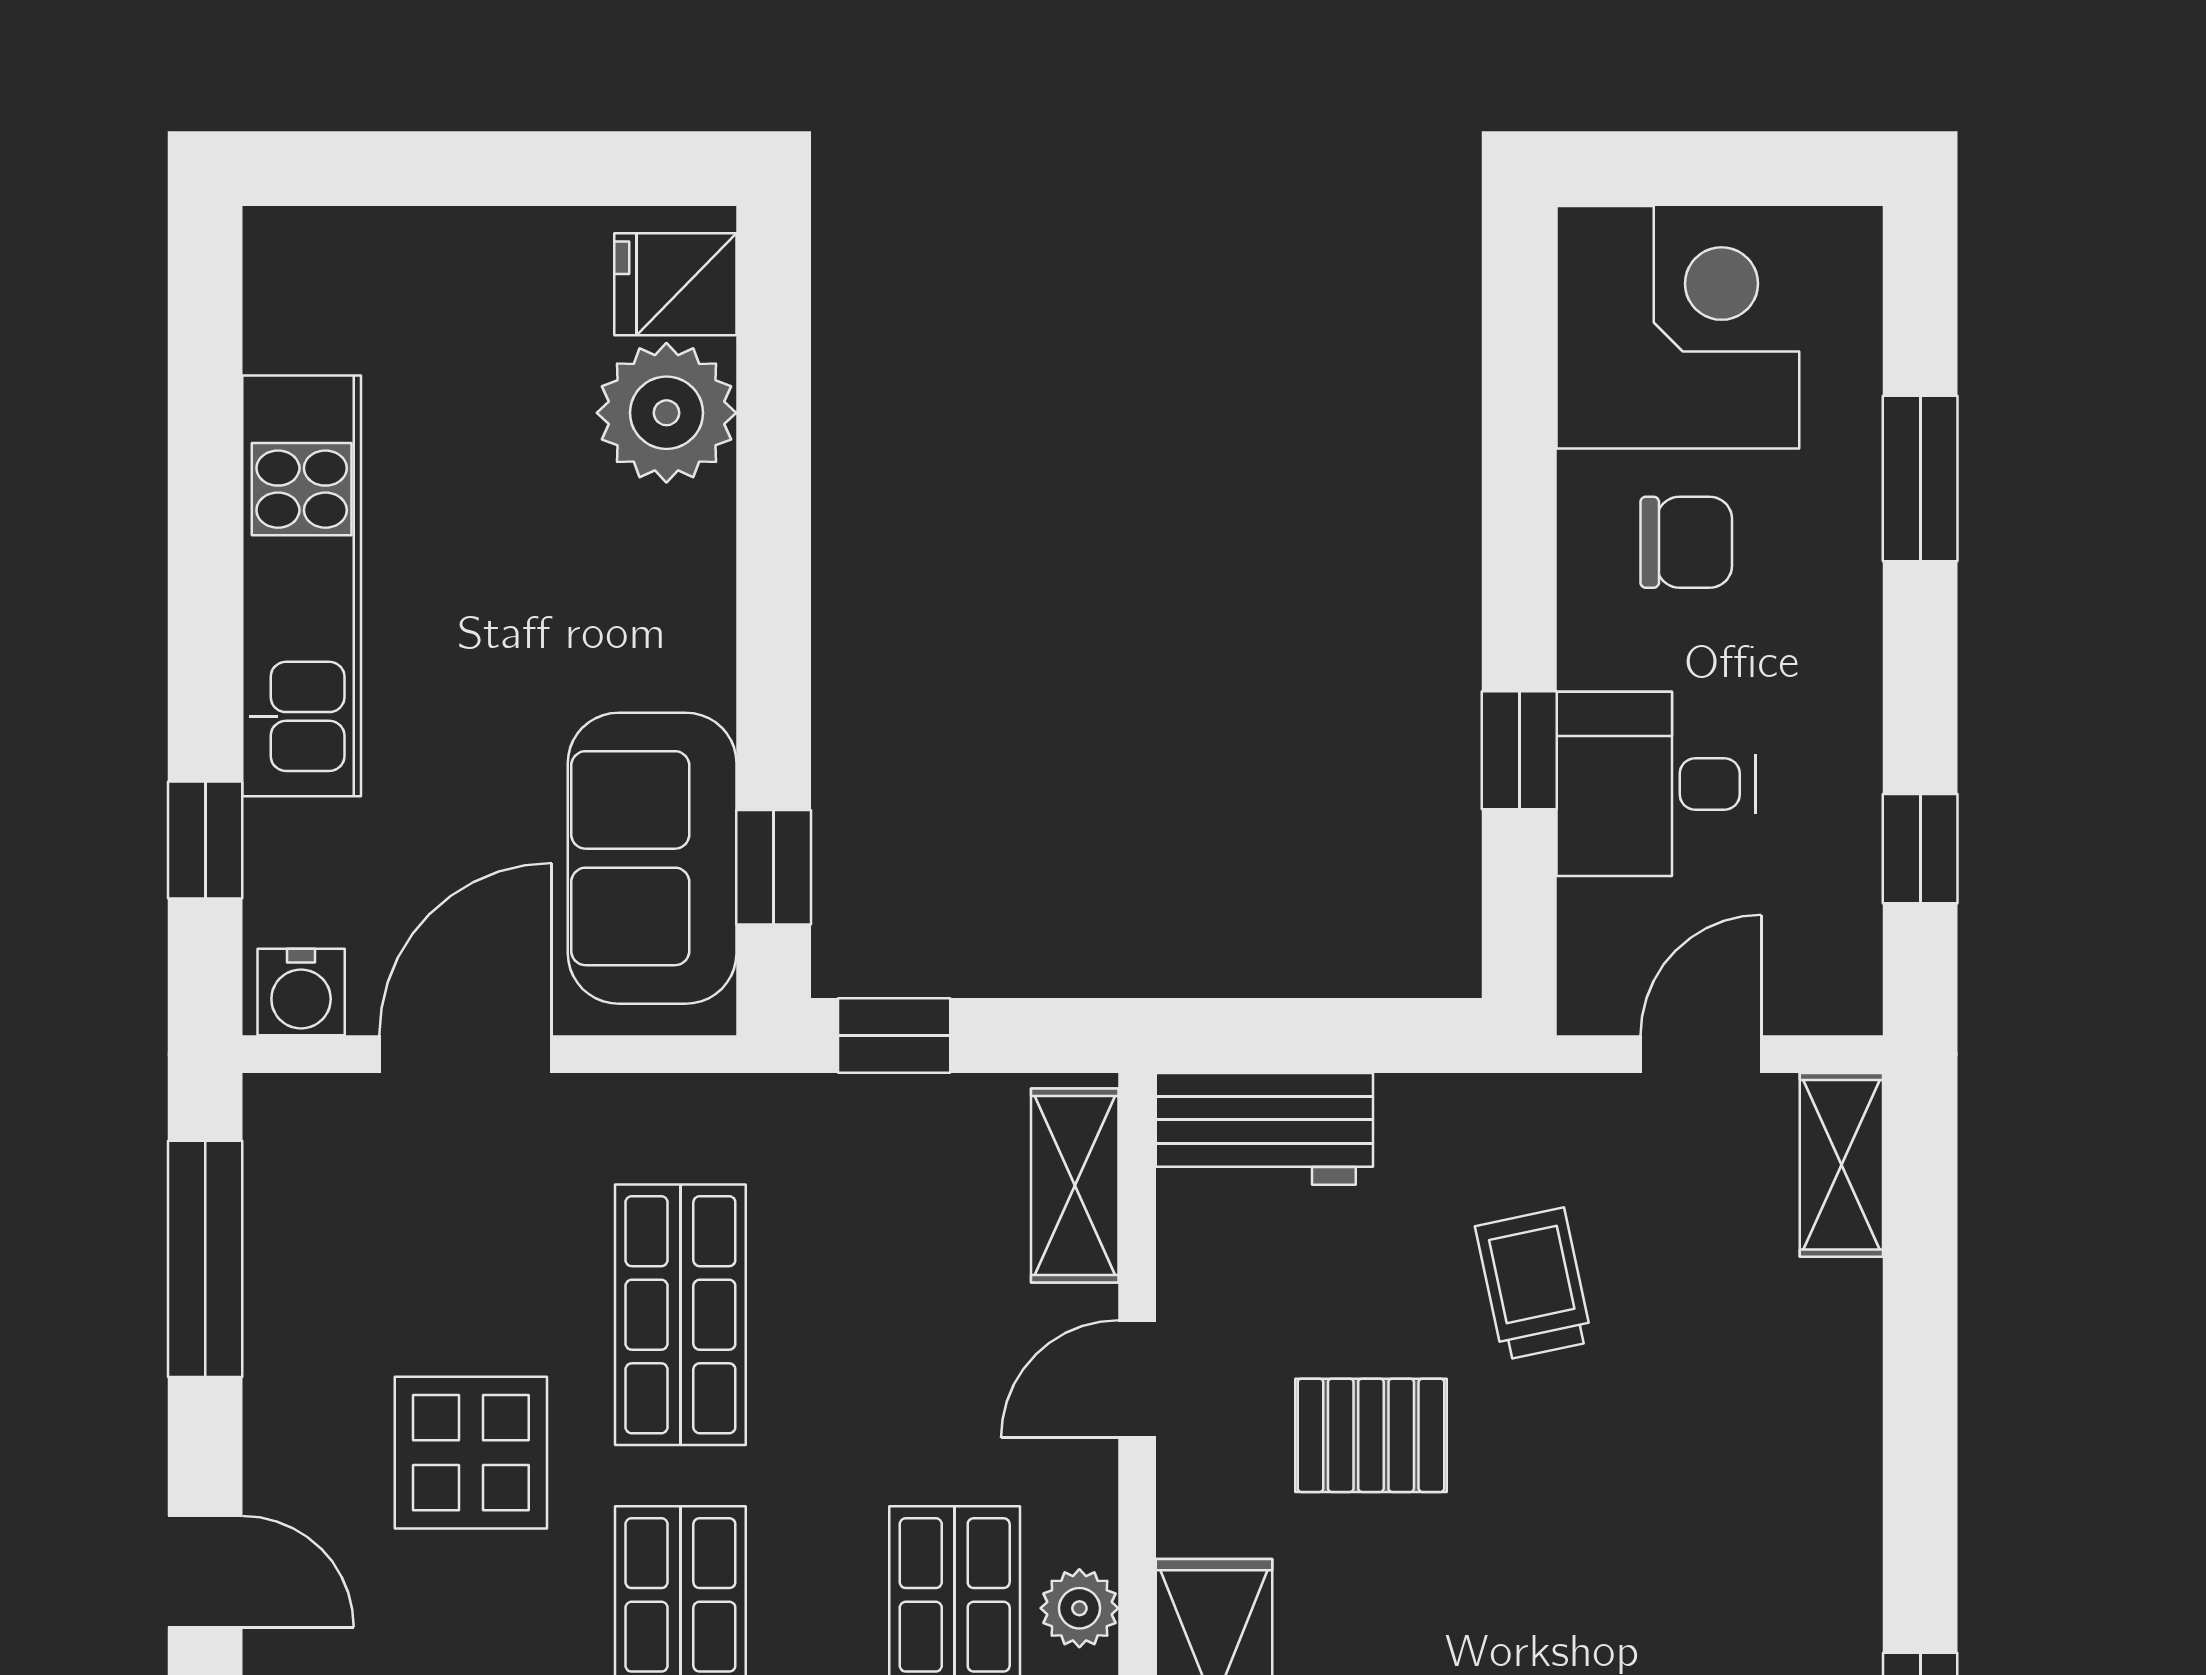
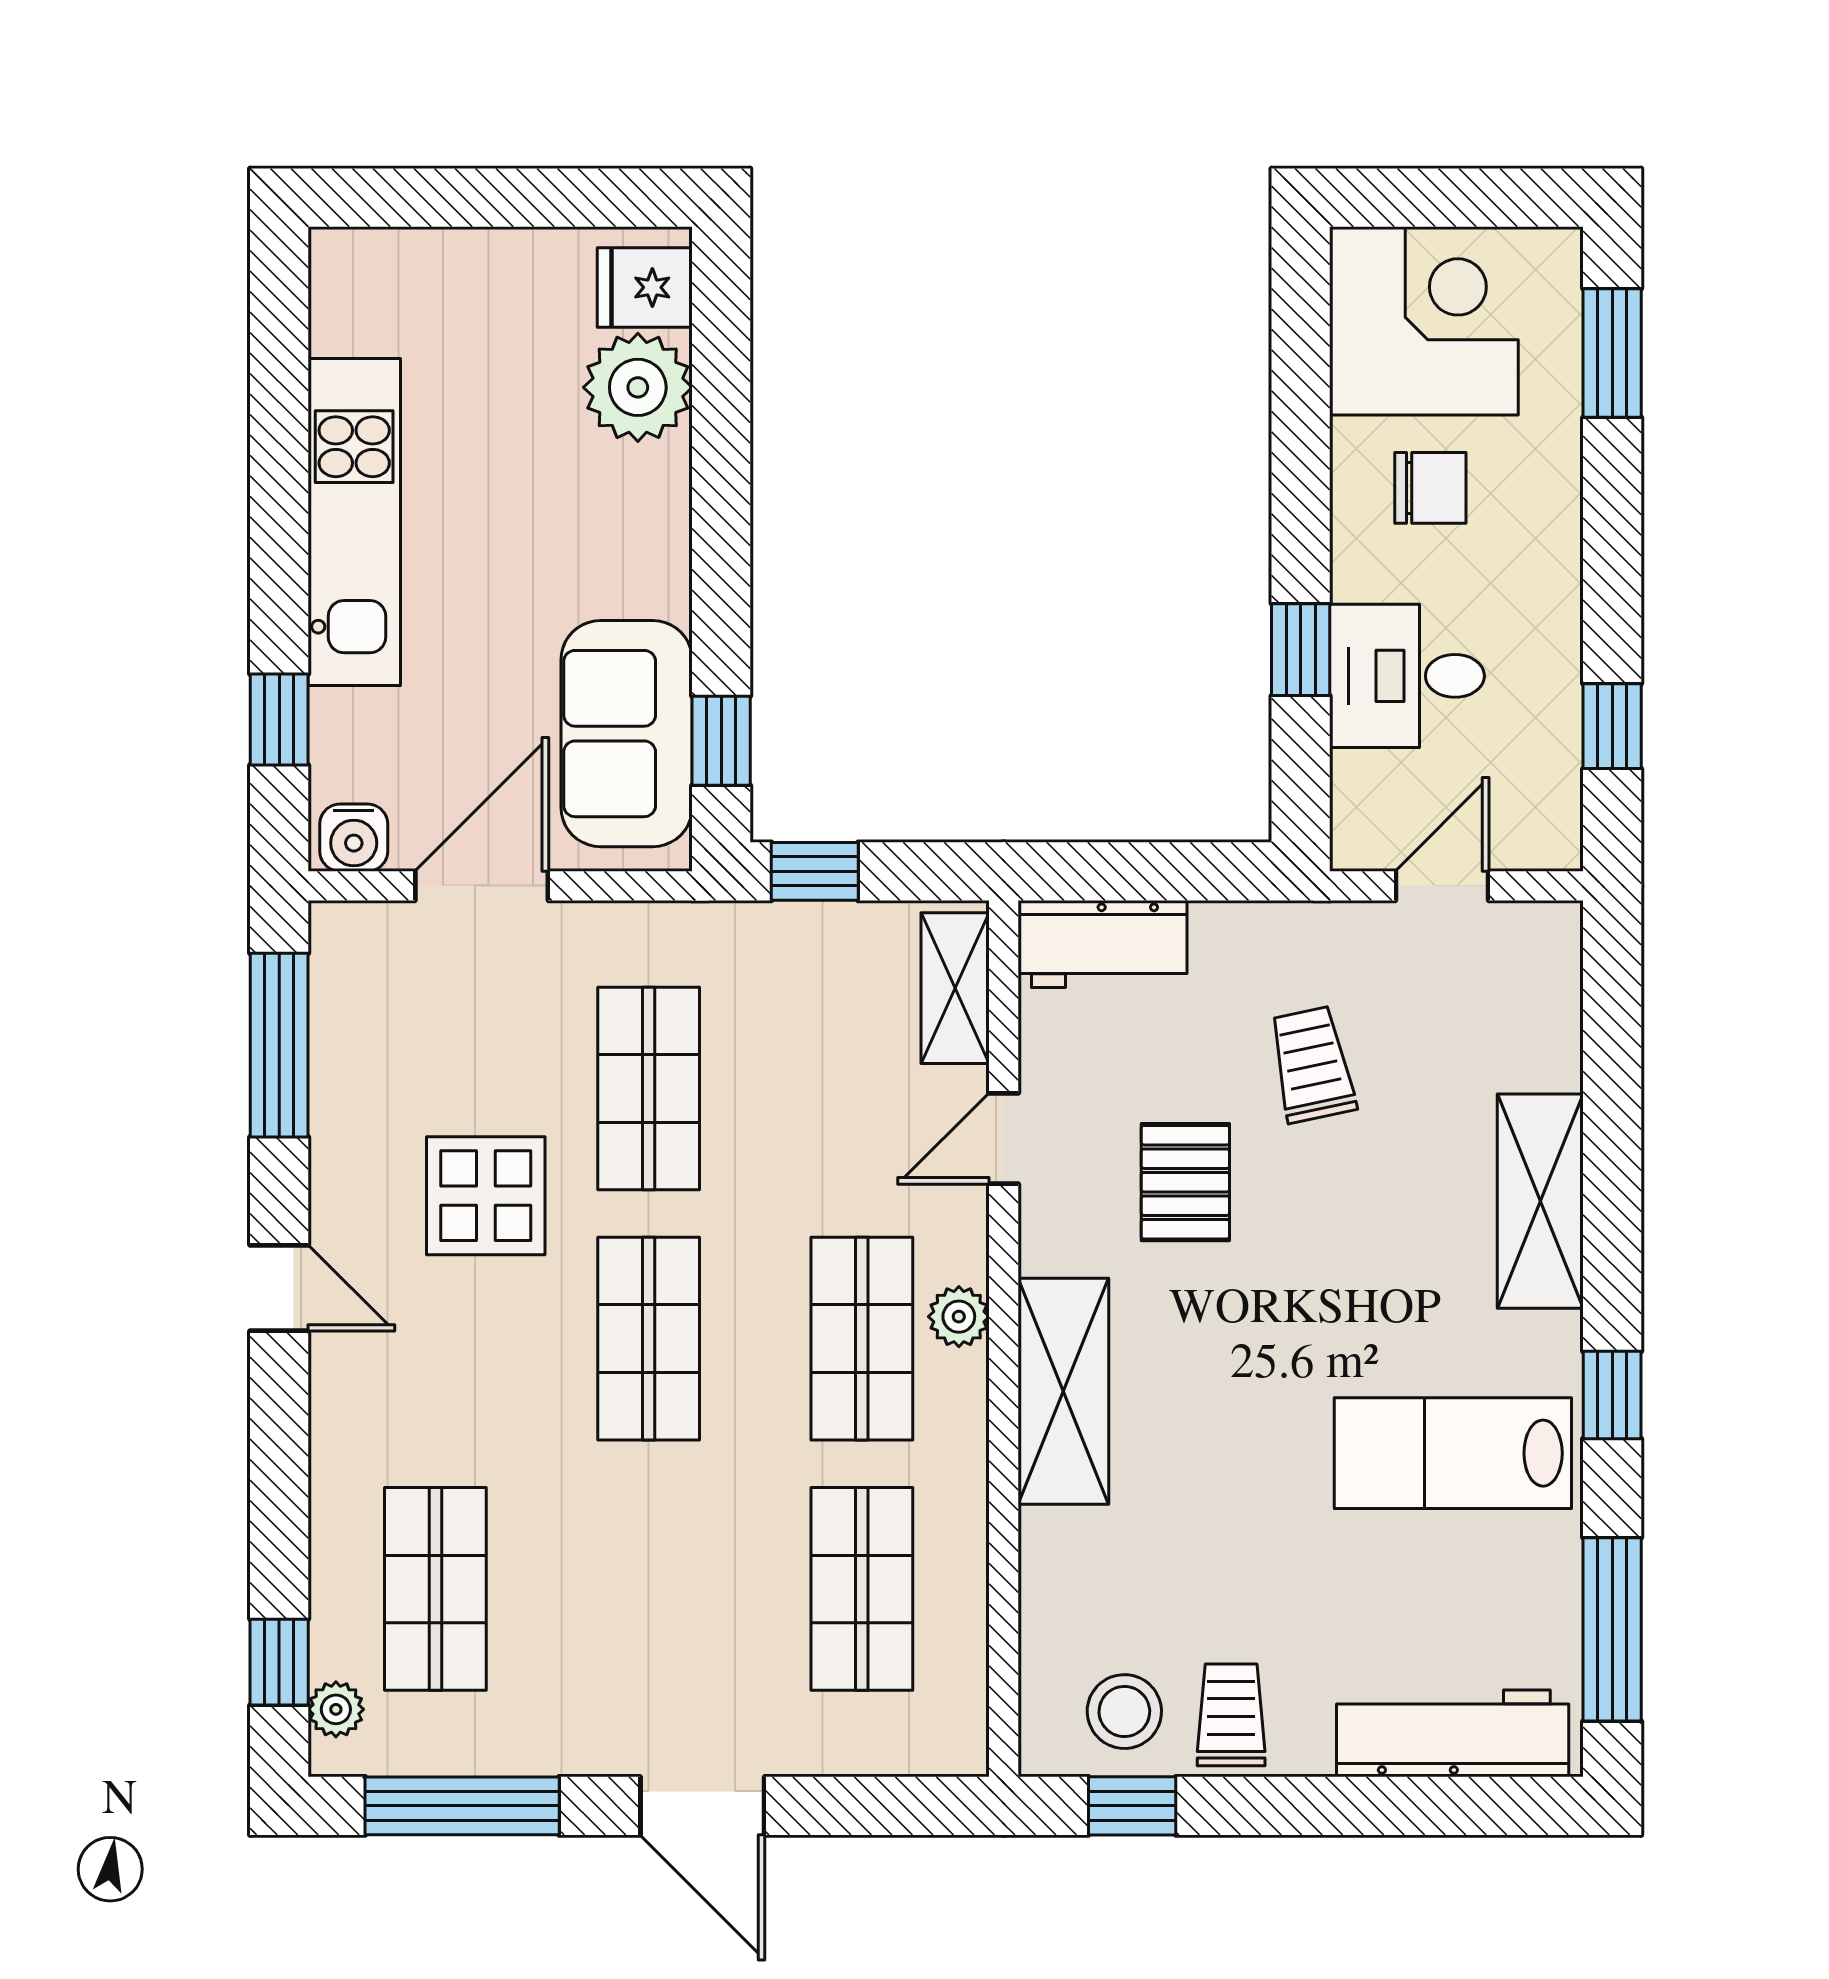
window: (1920, 479) -> (1612, 353), moved
shelving: (1841, 1165) -> (1540, 1201), moved, width x1.50, depth x1.33
pallet: (1371, 1435) -> (1185, 1182), turned 90

